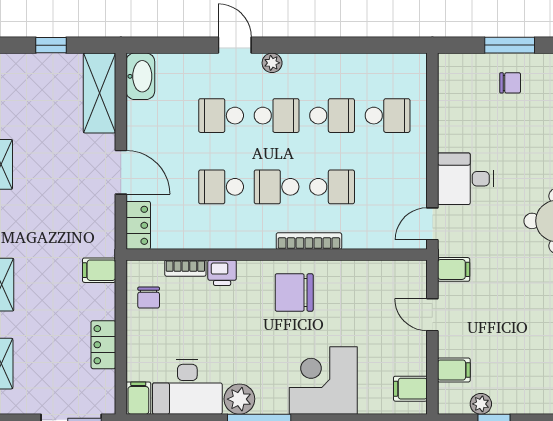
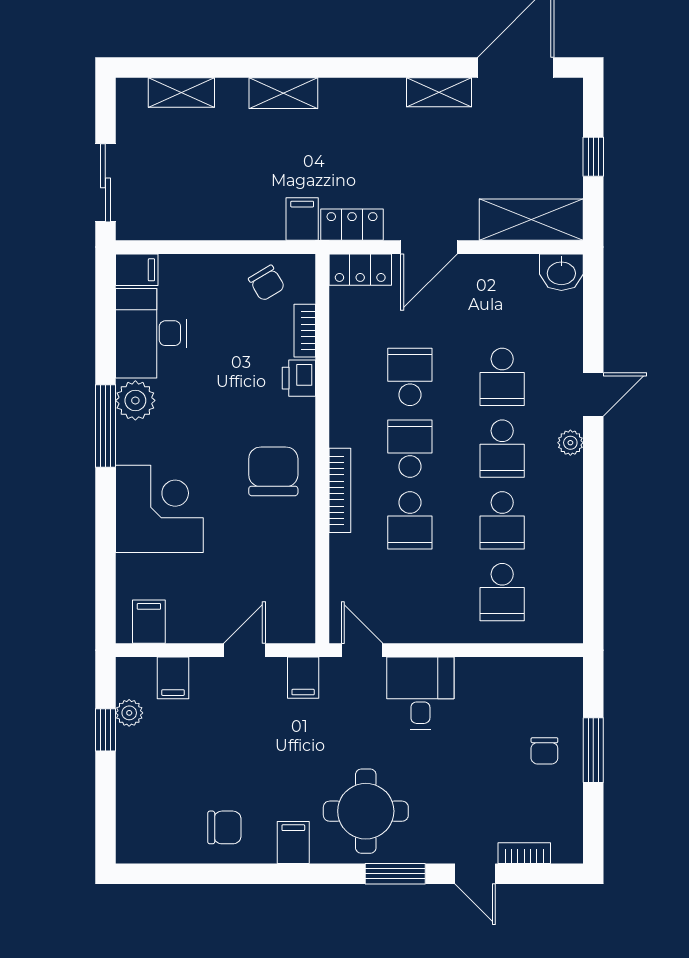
washbasin: (140, 76) -> (561, 272), width x0.72
school desk: (221, 116) -> (502, 377), turned 180
chair: (149, 298) -> (267, 283), turned -121
locker: (103, 345) -> (352, 225), moved

